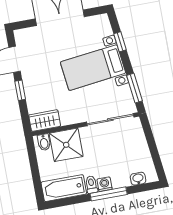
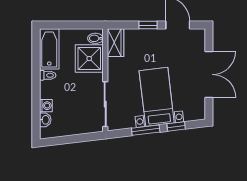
window: (134, 88) -> (146, 130), moved
washing machine: (105, 184) -> (46, 106), moved
window: (109, 194) -> (36, 90), removed

